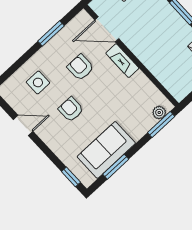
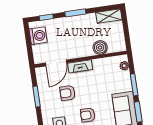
boiler: (161, 69) -> (100, 48), added
window: (161, 124) -> (134, 85), moved

